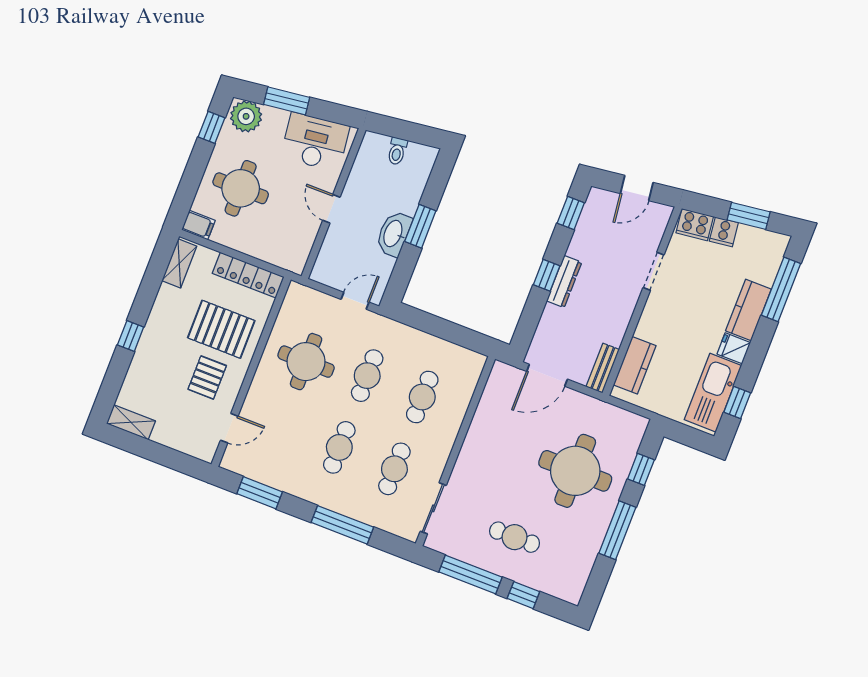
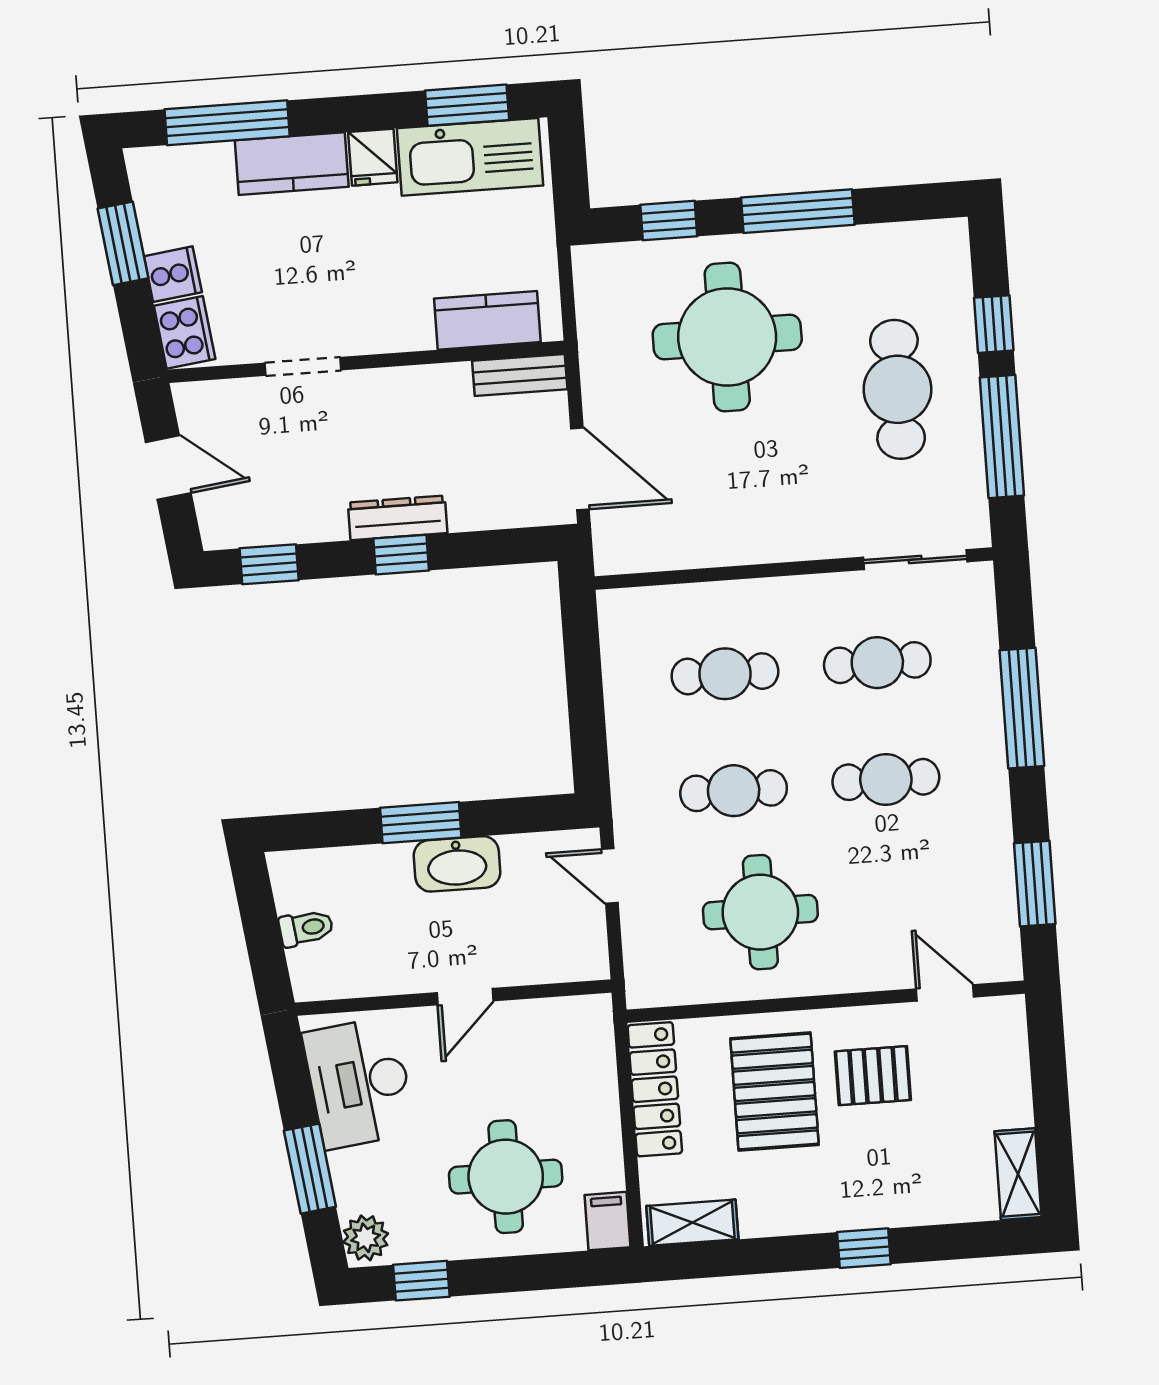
plant: (246, 116) -> (366, 1238), width x0.73, depth x0.73
window: (737, 403) -> (467, 105), width x1.50
cafe table: (515, 537) -> (898, 389), width x1.37, depth x1.35

